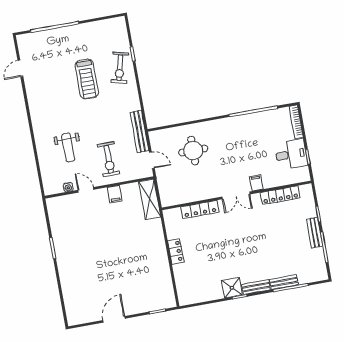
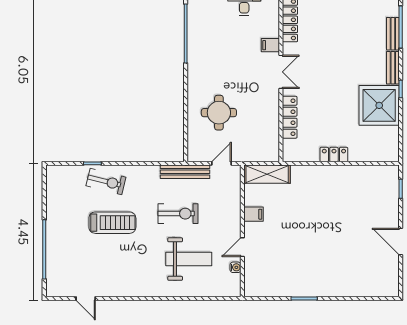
weight bench: (68, 147) -> (189, 259), width x1.36, depth x1.33
exercise bike: (109, 159) -> (178, 214), moved
shower: (232, 288) -> (379, 105), width x1.86, depth x1.86

